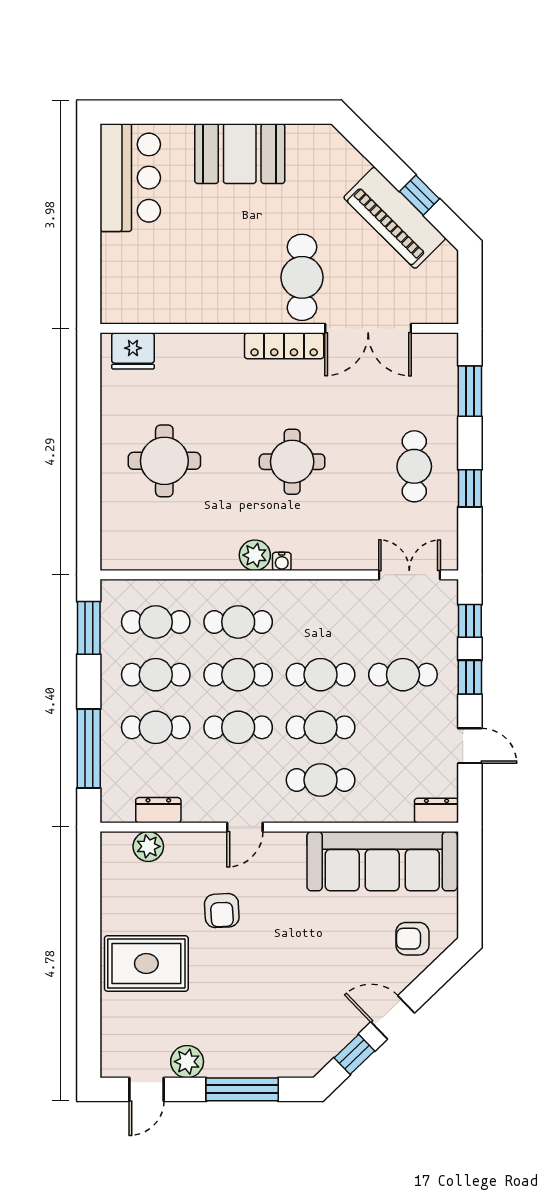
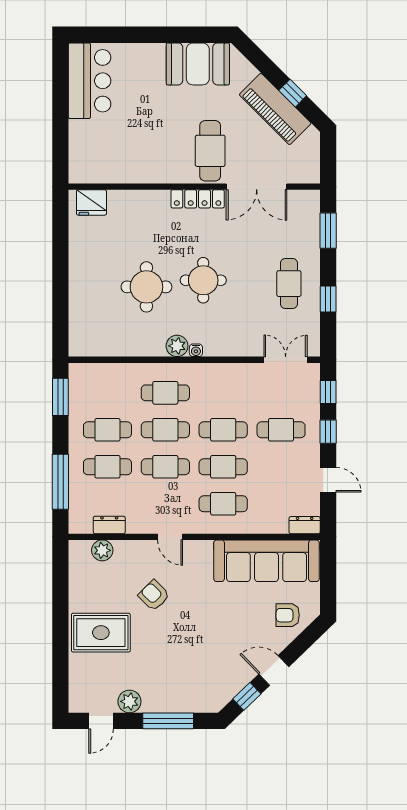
booth: (240, 154) -> (198, 64), moved
round table: (164, 461) -> (146, 287), moved
cafe table: (156, 622) -> (107, 393), removed
door: (245, 827) -> (170, 537), hinge flipped
armchair: (222, 911) -> (154, 595), turned 138

